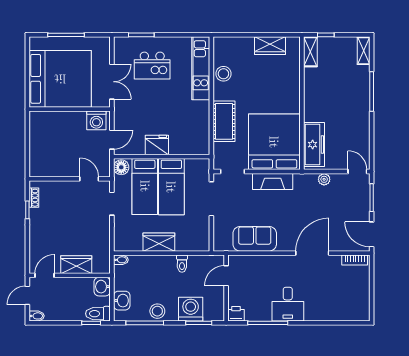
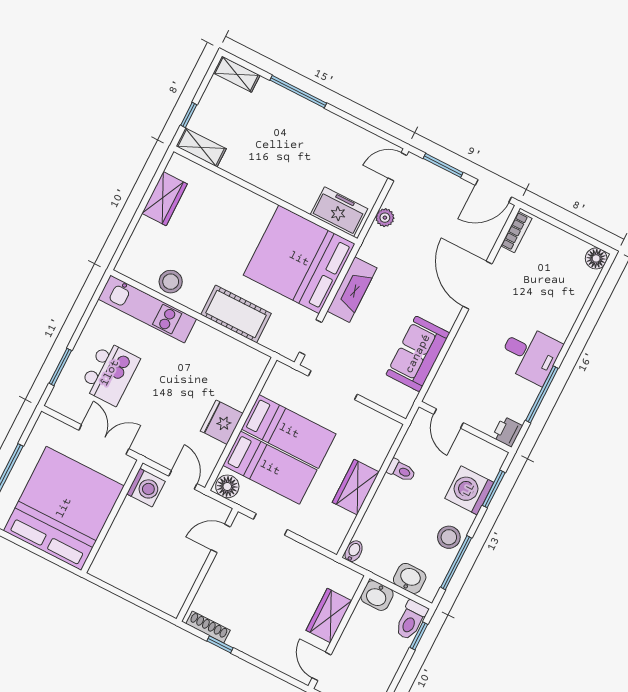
freezer: (314, 145) -> (339, 212), width x0.71
shoe rack: (34, 198) -> (208, 627), width x1.43
floor lamp: (363, 314) -> (596, 258), added

